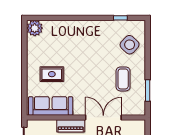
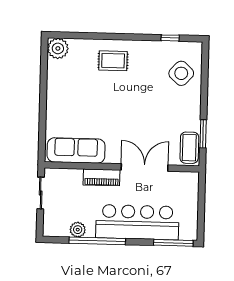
rug: (52, 74) -> (113, 61), moved
coffee table: (123, 79) -> (189, 148), moved

